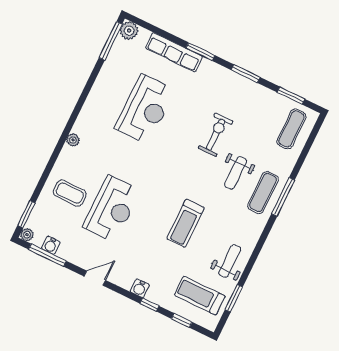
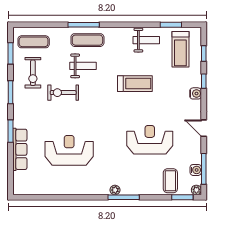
plant: (129, 31) -> (20, 188), removed
window: (111, 41) -> (124, 197), moved
exercise bike: (256, 111) -> (33, 73), added
coffee table: (70, 193) -> (170, 181), moved
weight bench: (230, 261) -> (146, 40), turned 180

